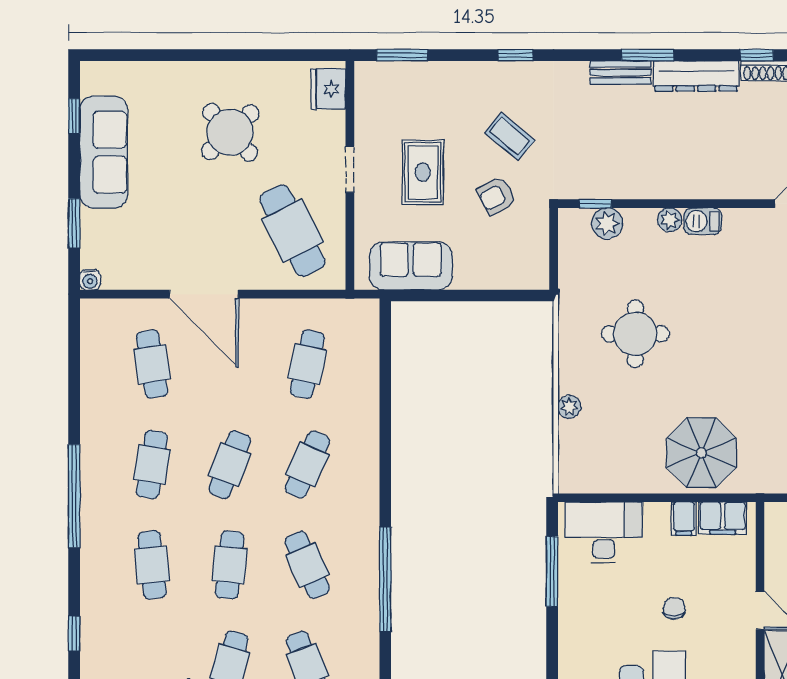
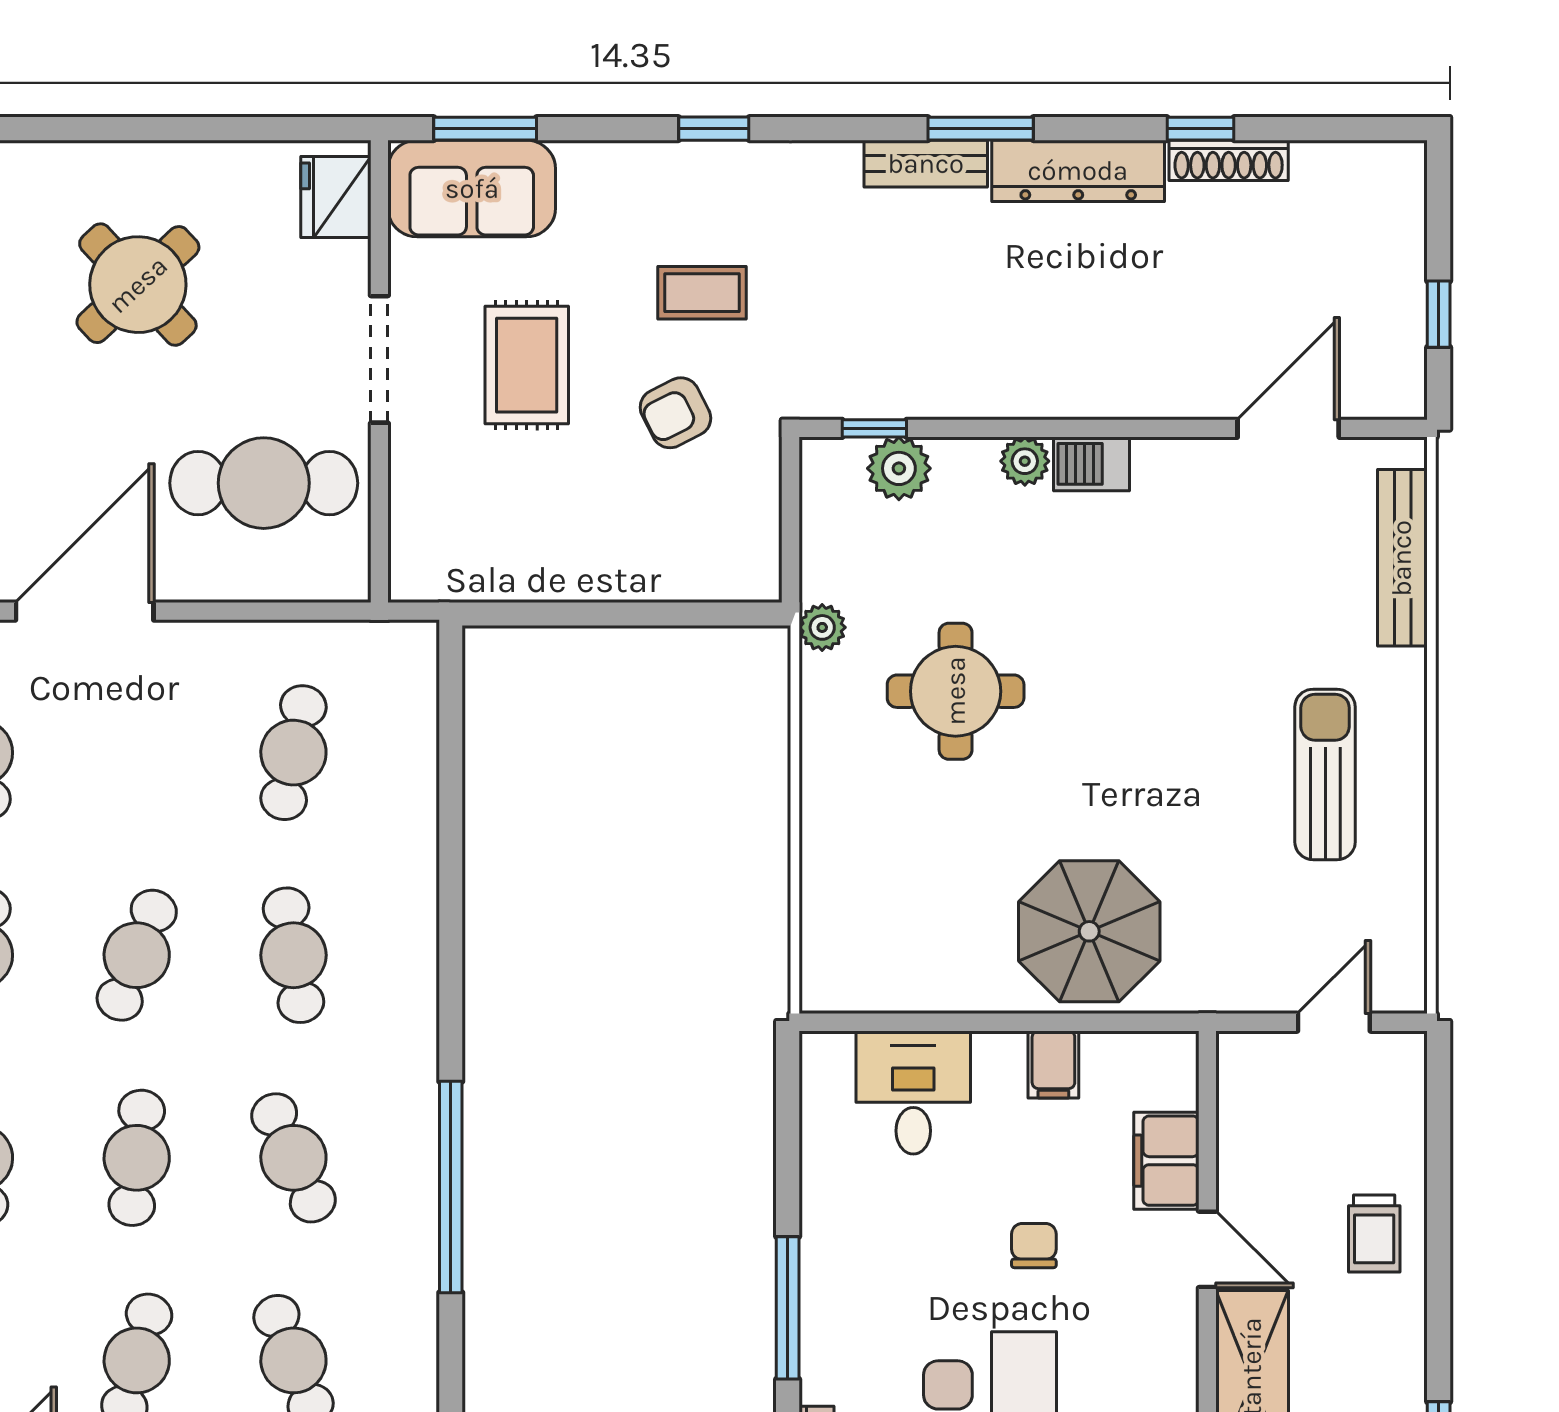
coffee table: (510, 136) -> (702, 293), turned -40
doorway: (350, 169) -> (379, 359), width x1.38
cafe table: (293, 231) -> (264, 483), turned -63
sofa: (411, 266) -> (472, 189), moved, turned 180
door: (204, 294) -> (85, 611), swing flipped
plant: (569, 407) -> (822, 627), moved
cafe table: (307, 465) -> (293, 955), turned -33
filing cabinet: (723, 518) -> (1166, 1161), moved, turned 90
desk: (604, 533) -> (913, 1093), width x0.73
window: (552, 571) -> (788, 1308), moved

